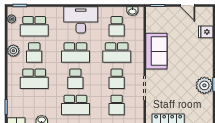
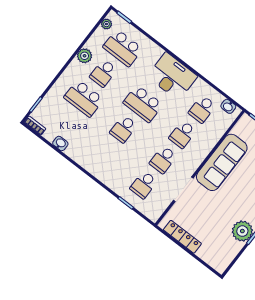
sofa: (156, 51) -> (222, 162), width x1.36
school desk: (117, 53) -> (183, 134), width x0.54
school desk: (75, 105) -> (104, 154), removed

